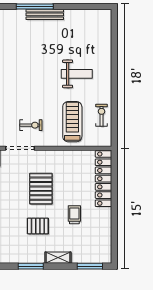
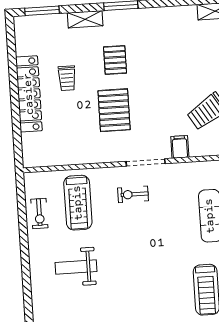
locker: (104, 179) -> (29, 94), moved
pallet: (38, 226) -> (115, 60), turned 90

